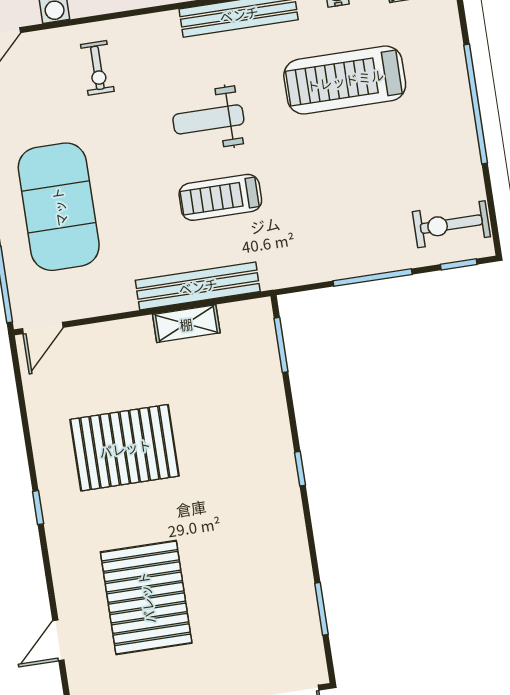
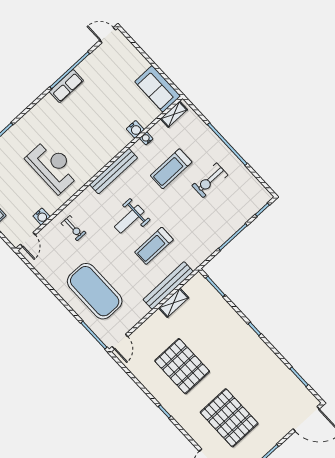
treadmill: (345, 80) -> (171, 169), width x0.73, depth x0.73
exercise bike: (451, 224) -> (210, 180), moved
pallet: (125, 448) -> (182, 366), turned 90

